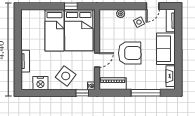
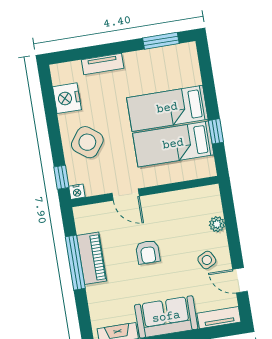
window: (18, 28) -> (161, 41), added
bed: (79, 30) -> (173, 144), width x0.67
armchair: (130, 53) -> (148, 252), width x0.53, depth x0.53
piano: (113, 84) -> (92, 258), moved
window: (146, 93) -> (75, 263), moved

